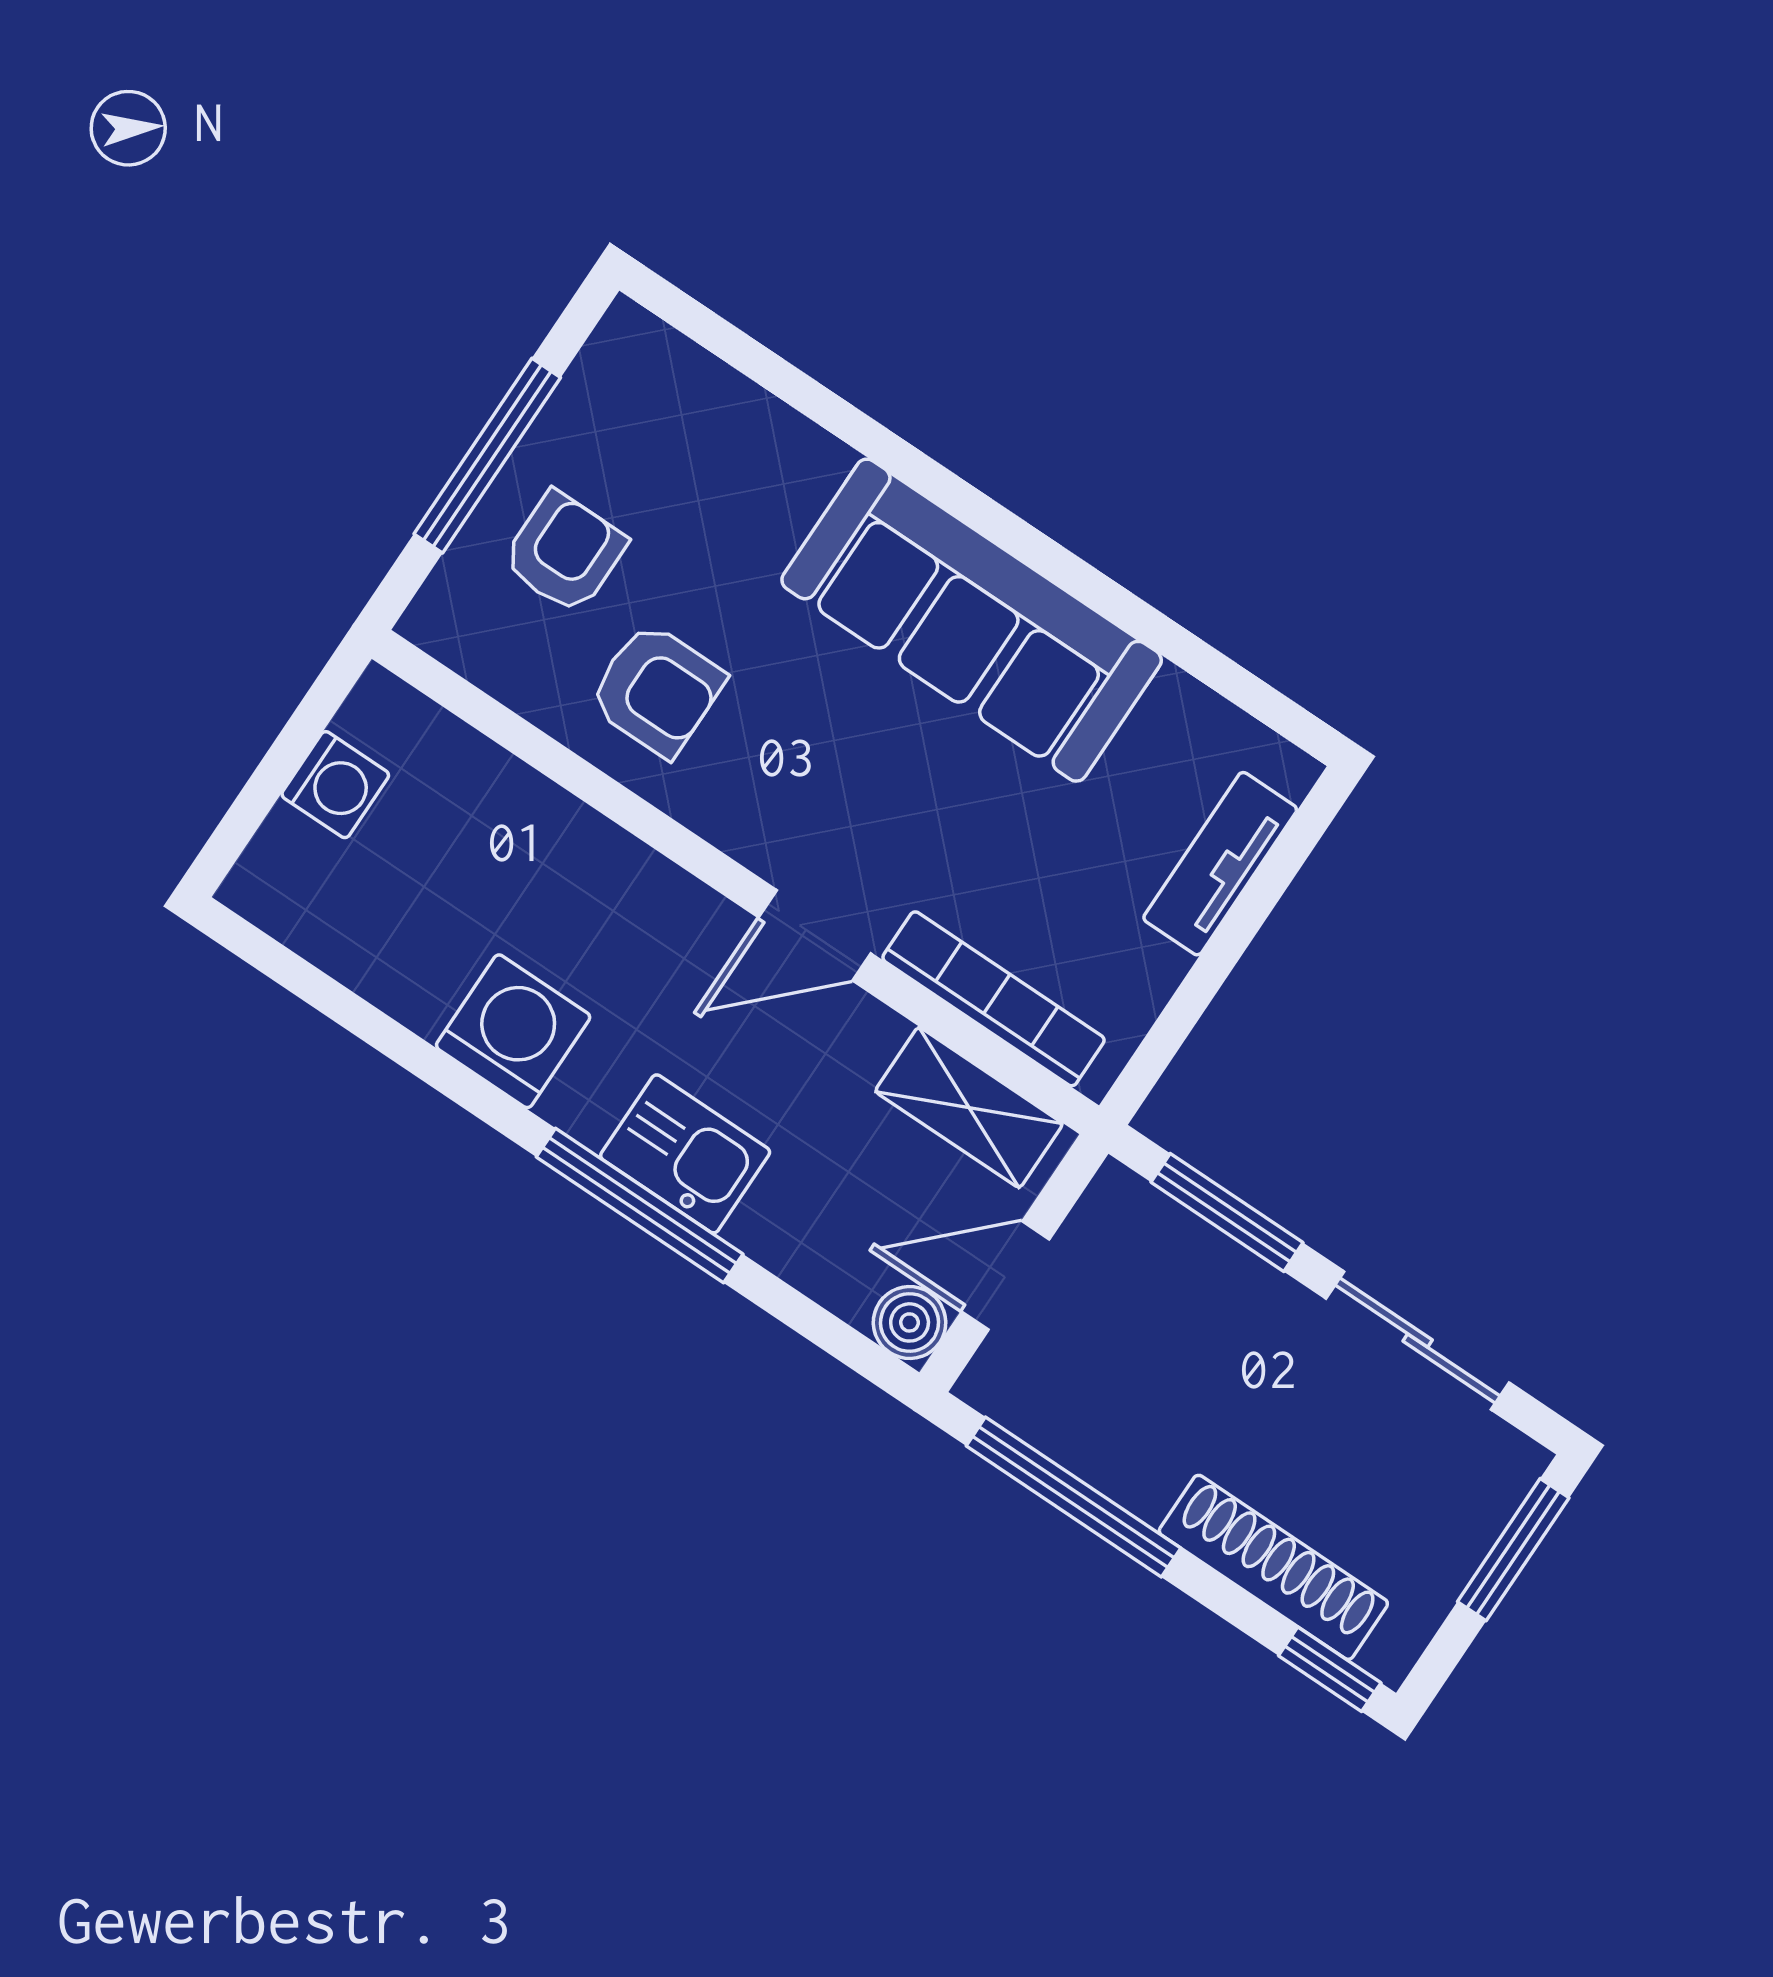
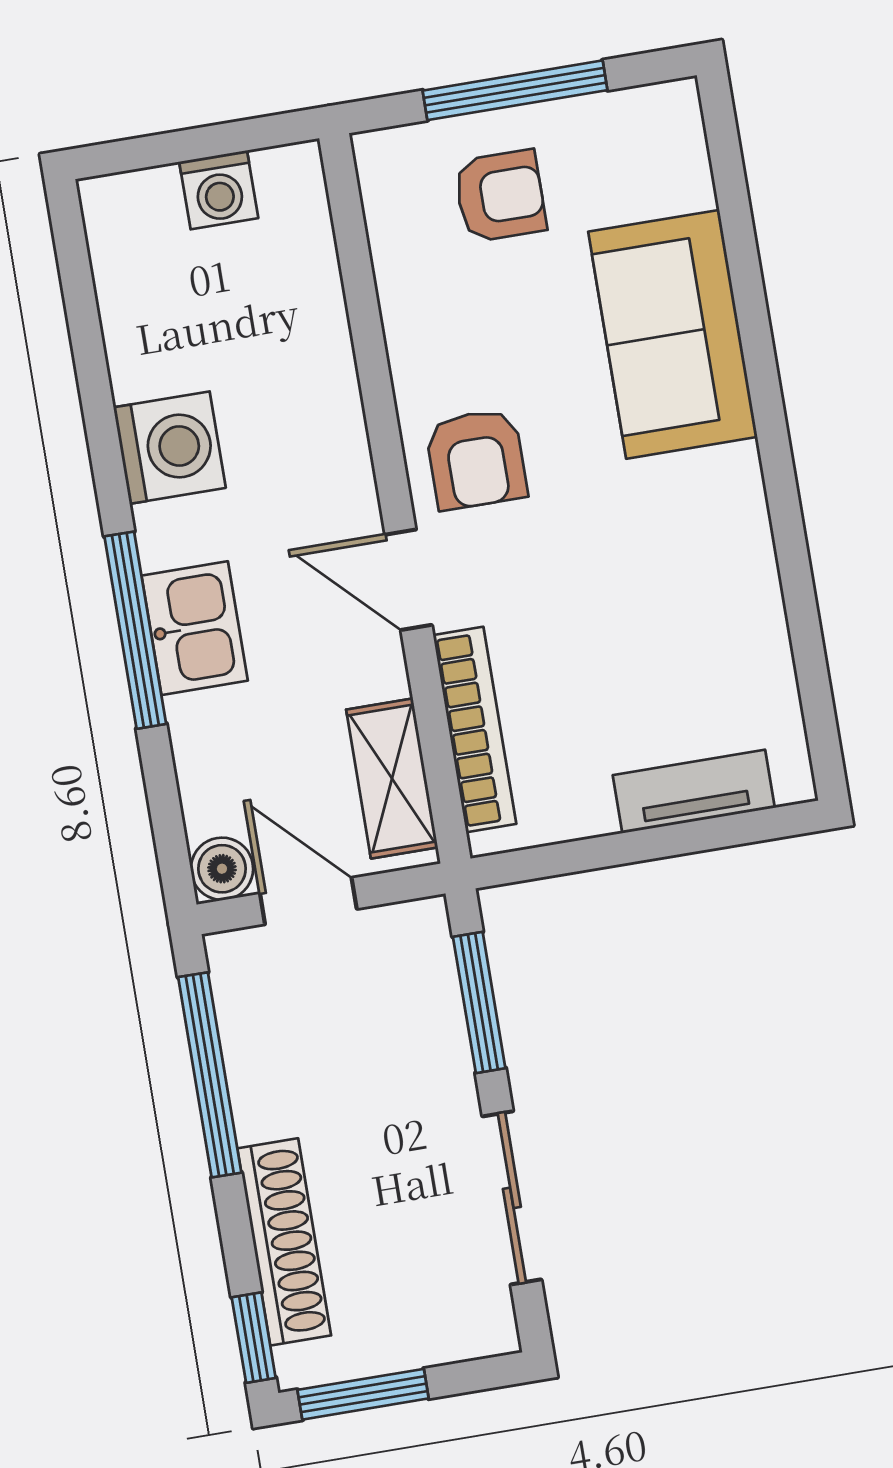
sofa: (972, 620) -> (673, 334), moved, width x0.73
armchair: (657, 690) -> (476, 459), moved
window: (1513, 1550) -> (363, 1394), moved

